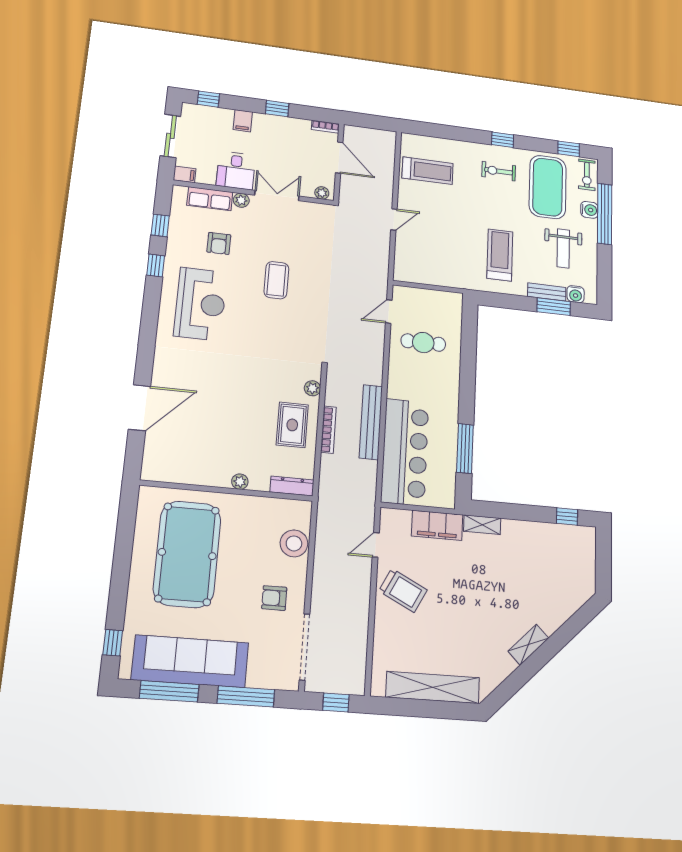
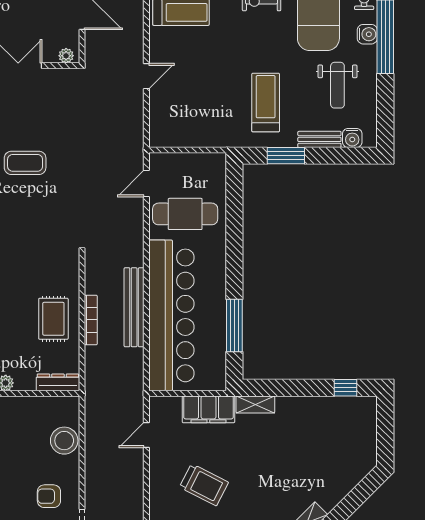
coffee table: (276, 280) -> (25, 163), turned 90
window: (554, 307) -> (286, 156), moved
cafe table: (423, 343) -> (185, 214), width x1.37, depth x1.35
plant: (312, 388) -> (71, 277), removed
bar counter: (405, 452) -> (171, 315), width x1.36
trolley: (403, 590) -> (204, 485), moved

